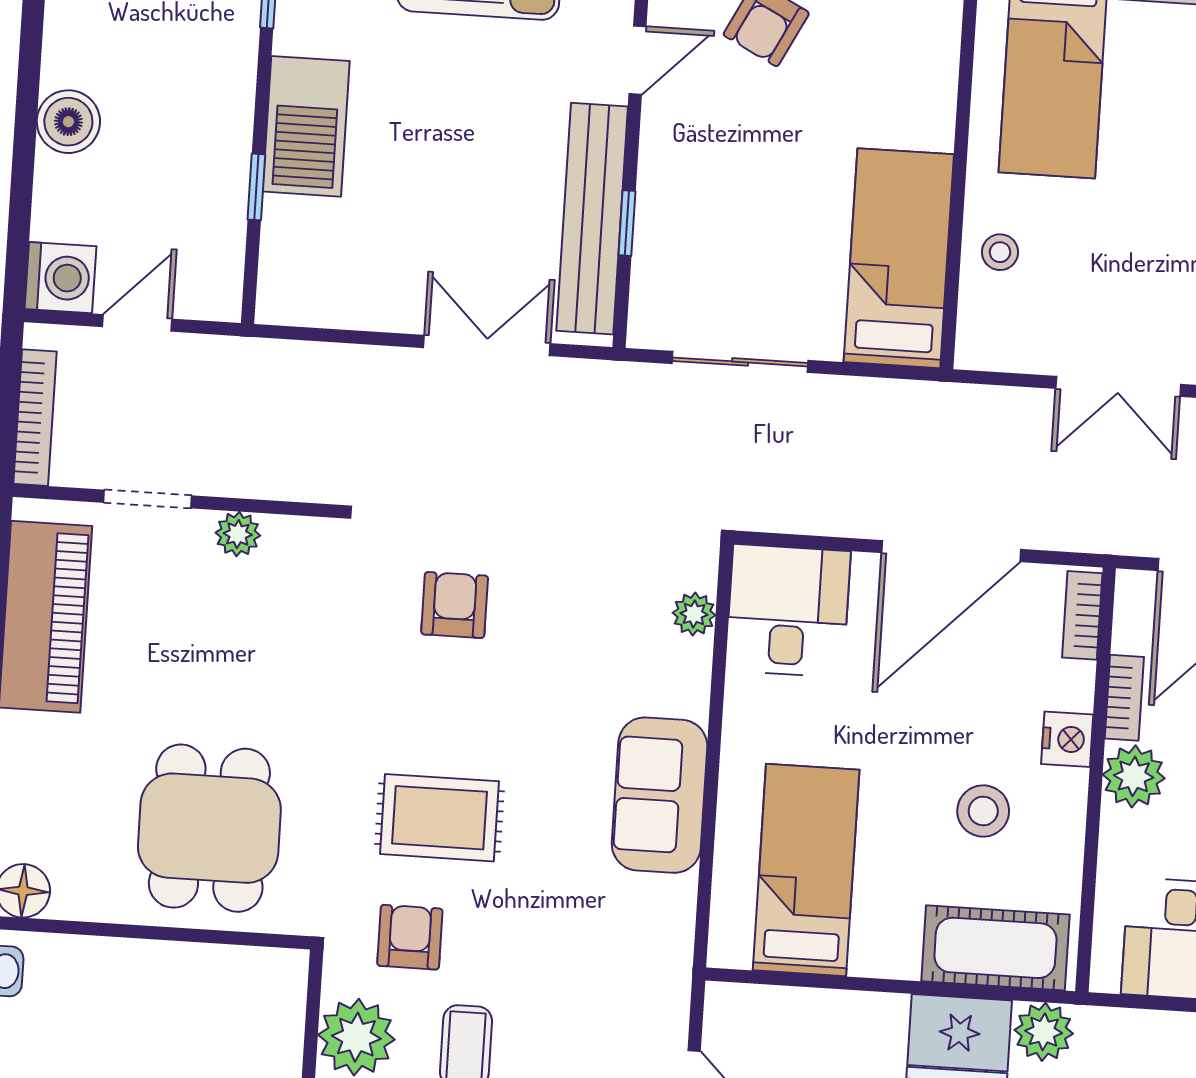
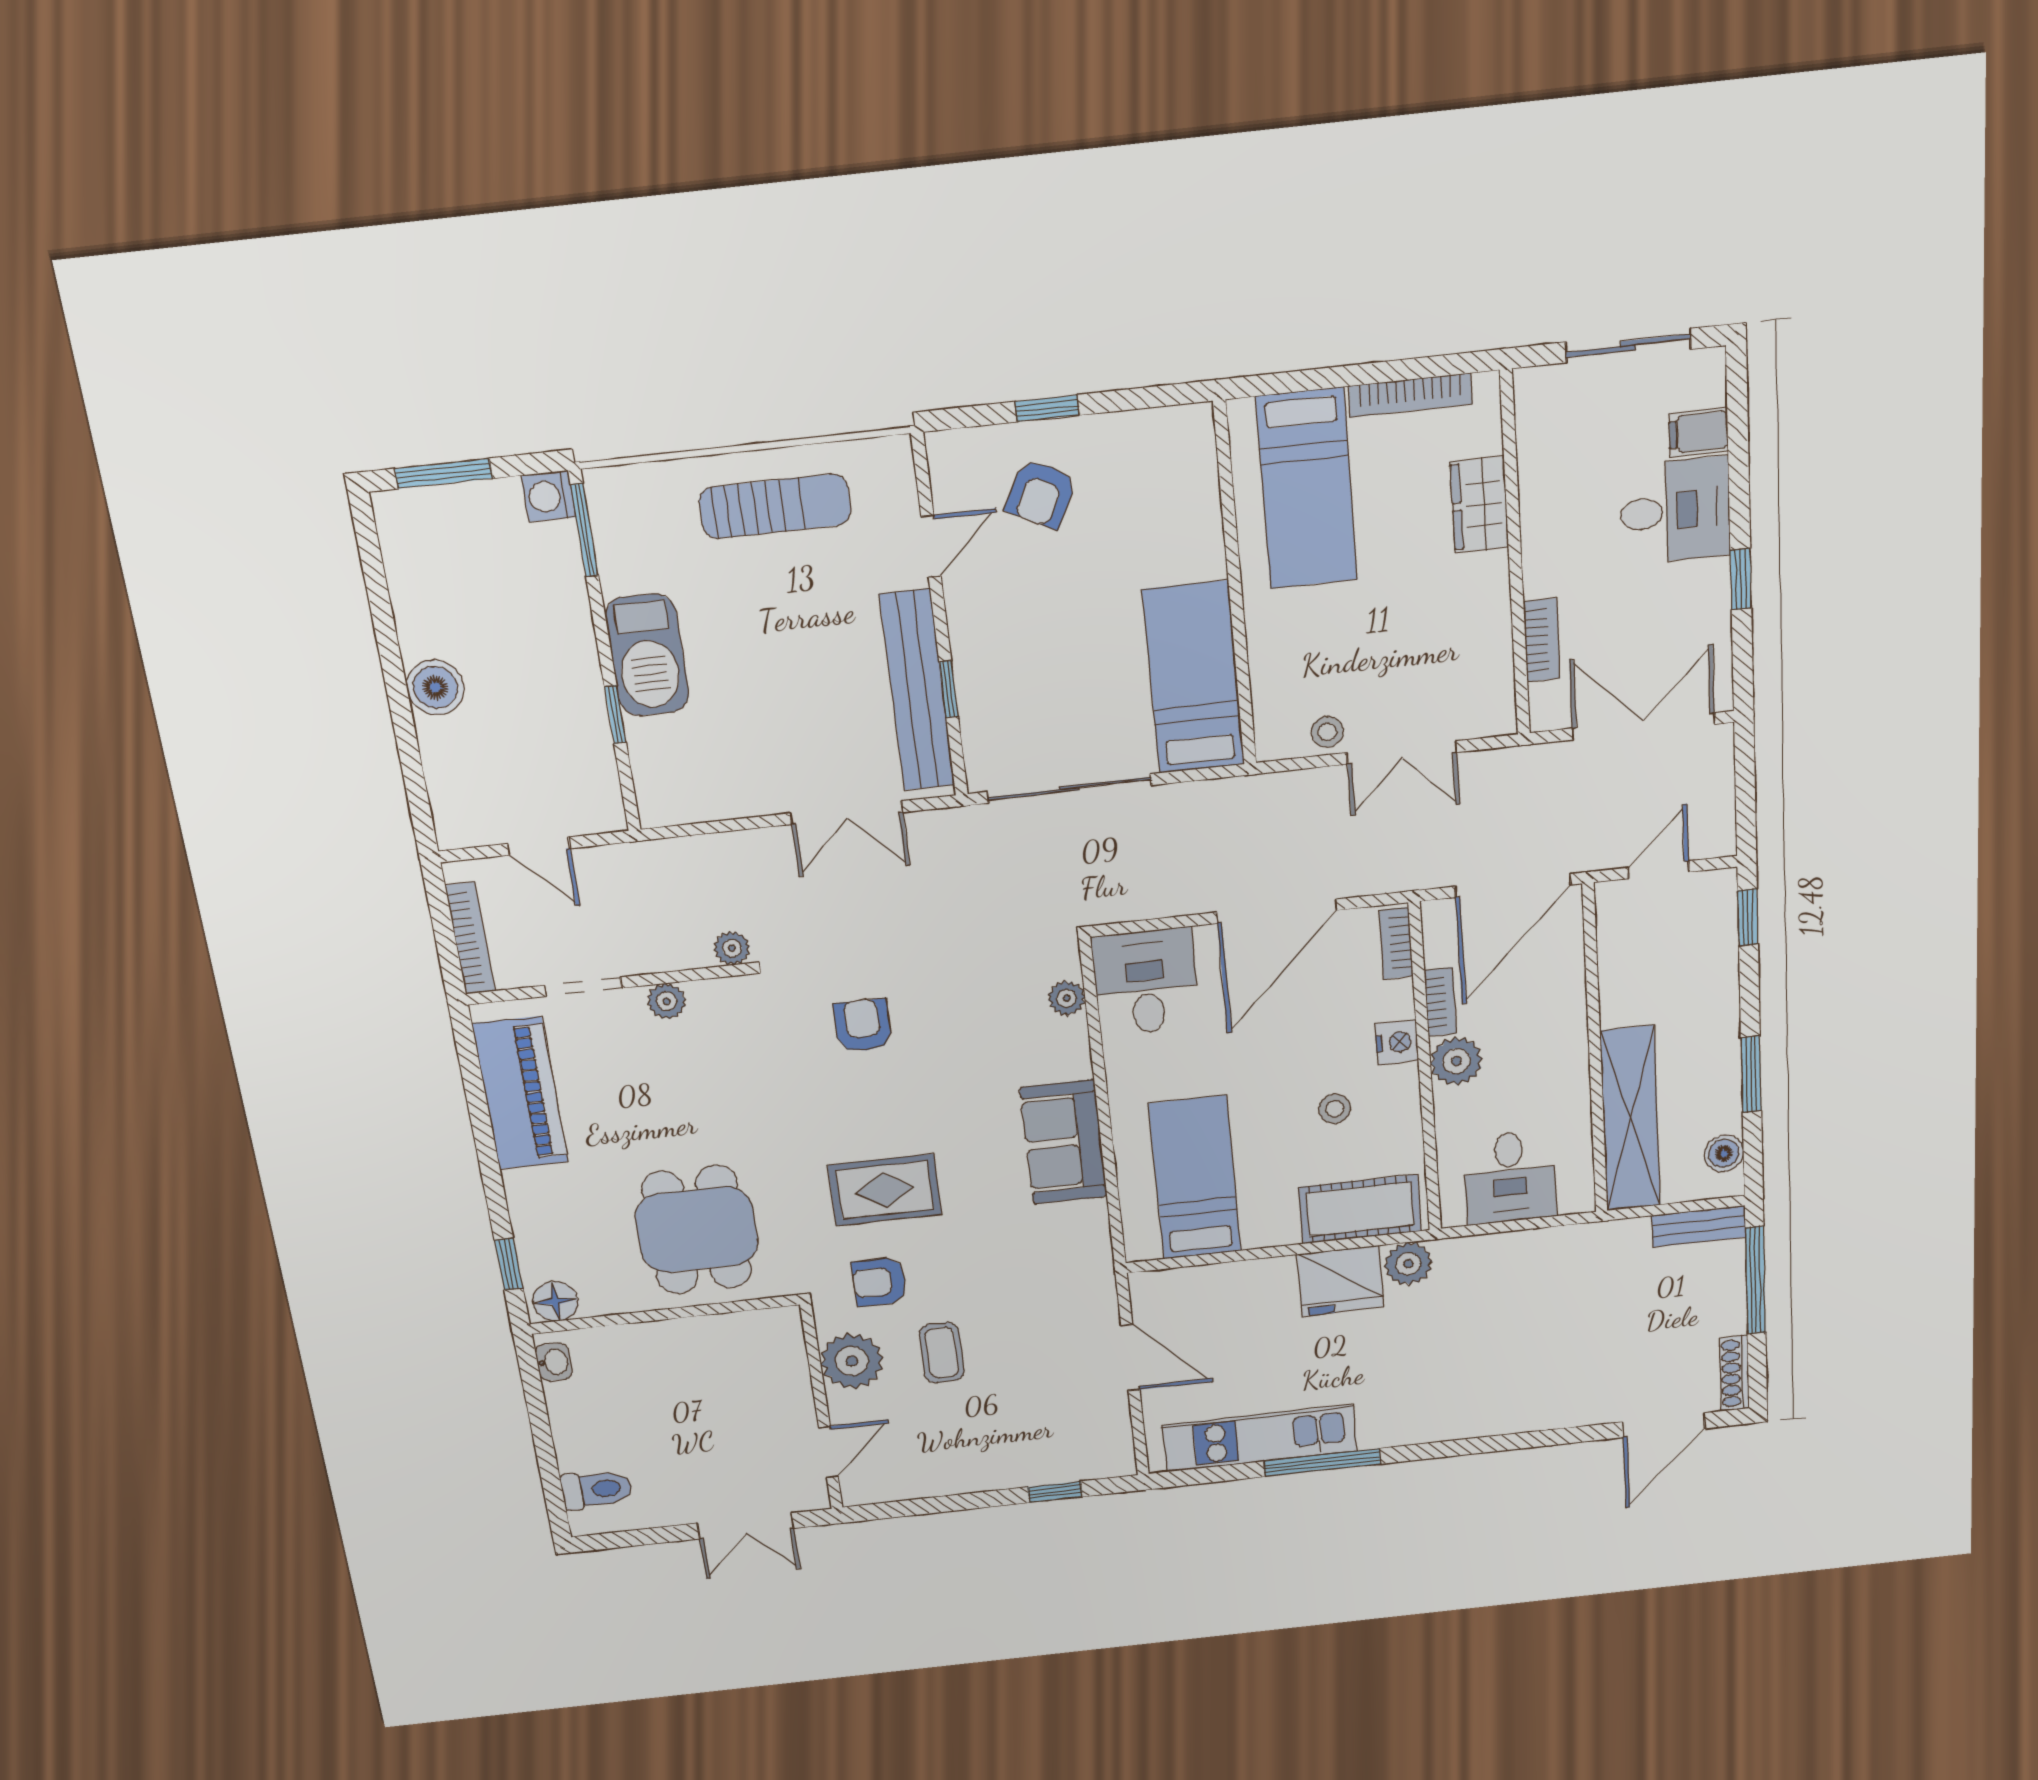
stool: (1000, 252) -> (1327, 732), moved
washing machine: (60, 278) -> (462, 820), removed
door: (137, 323) -> (539, 846), swing flipped
double door: (487, 346) -> (847, 813), swing flipped
sliding door: (740, 362) -> (1069, 789), width x1.37
plant: (326, 483) -> (732, 948), added
stool: (983, 811) -> (1335, 1109), width x0.73, depth x0.73
armchair: (410, 937) -> (879, 1282), turned -90

